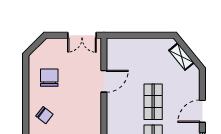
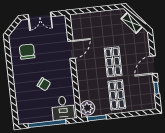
double door: (82, 35) -> (40, 16), moved
chair: (44, 115) -> (44, 84), moved

